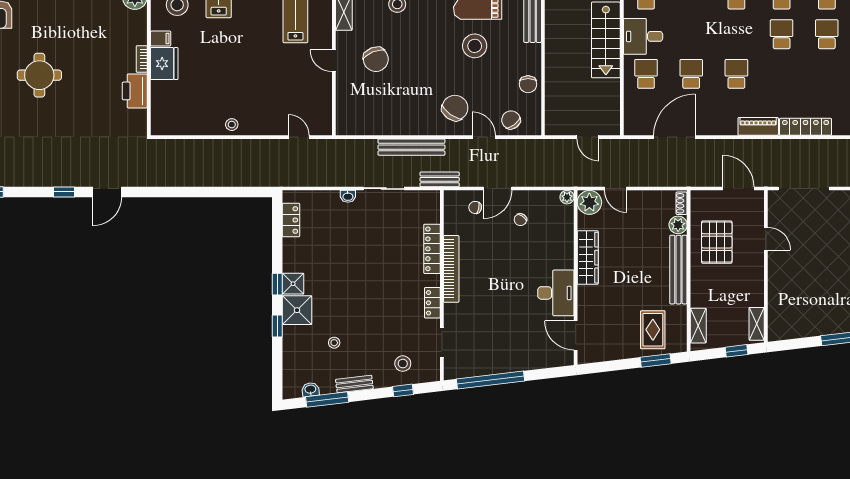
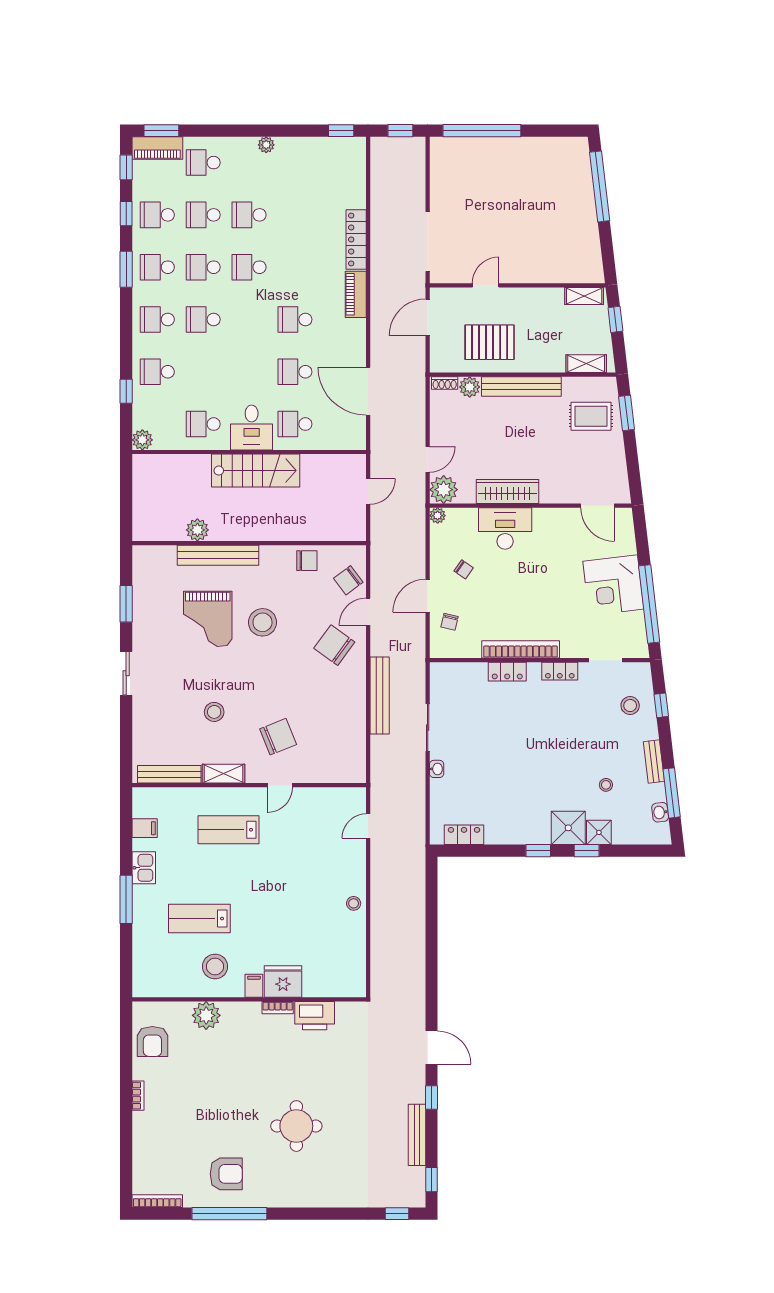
bench: (440, 179) -> (417, 1135), moved, width x1.36
door: (498, 189) -> (428, 596), swing flipped
locker: (432, 249) -> (507, 672), width x0.66
shower: (293, 284) -> (599, 832), moved
desk: (556, 293) -> (505, 528), moved
door: (576, 335) -> (598, 506), hinge flipped
corner desk: (507, 349) -> (613, 585), added

